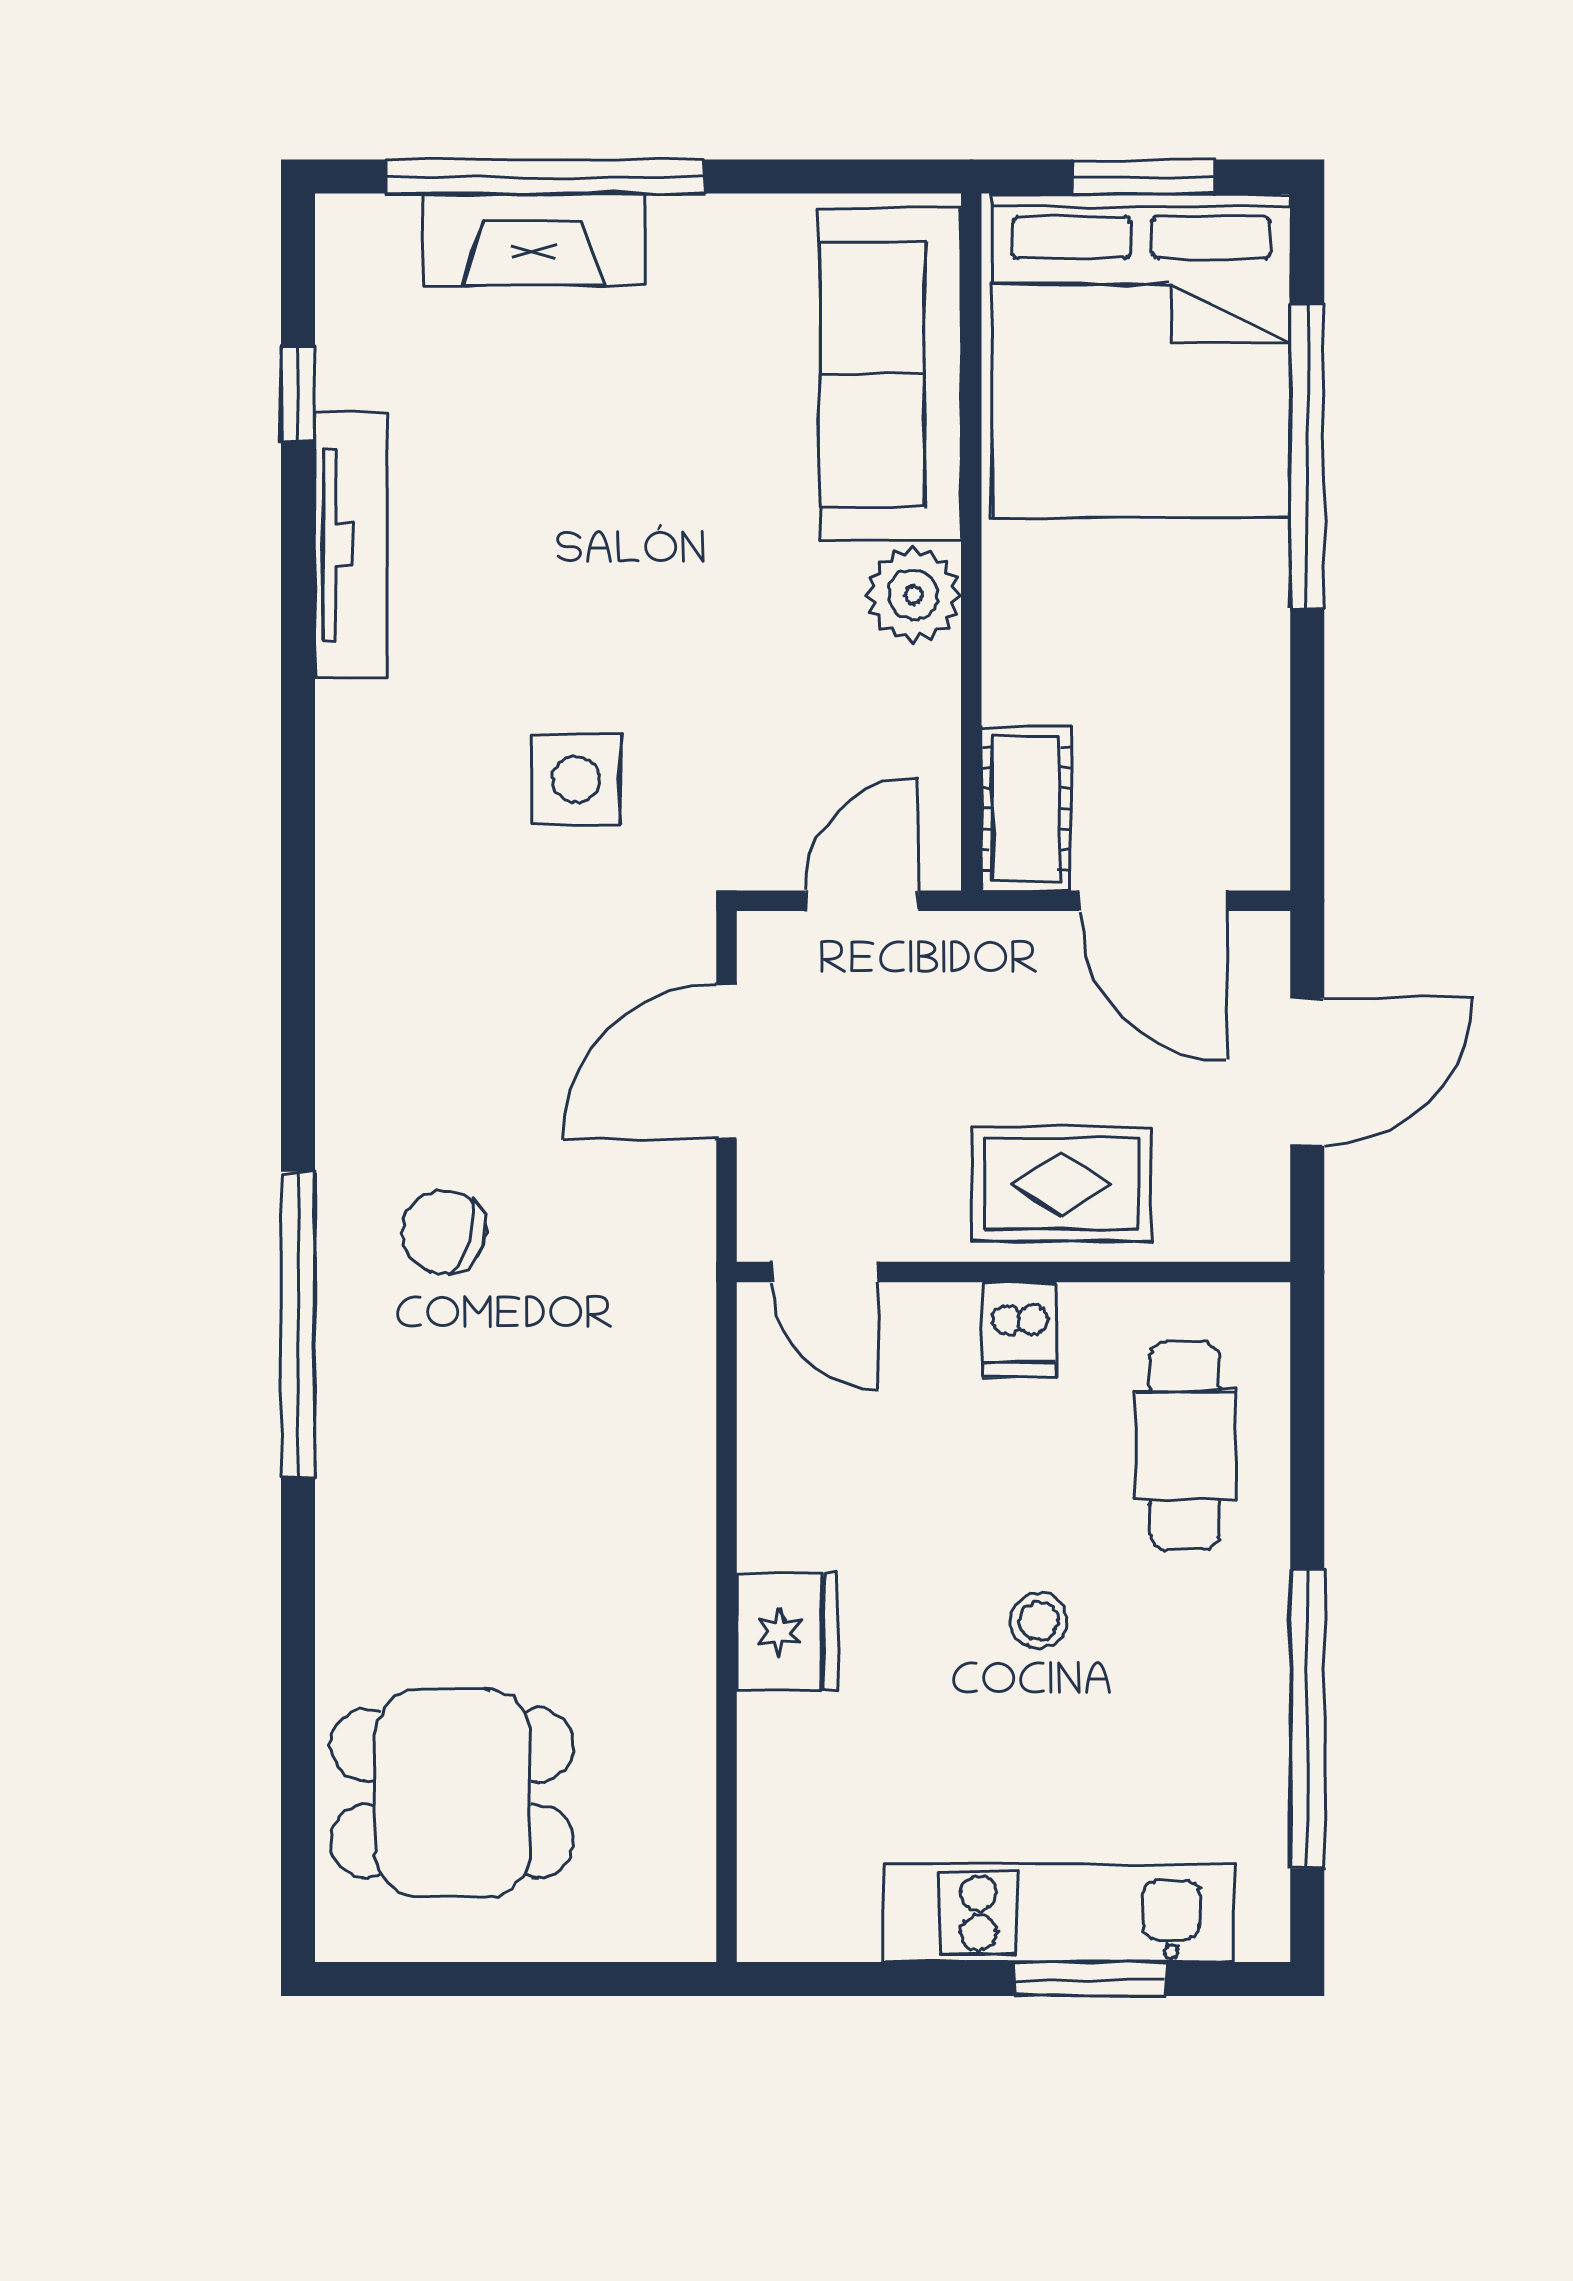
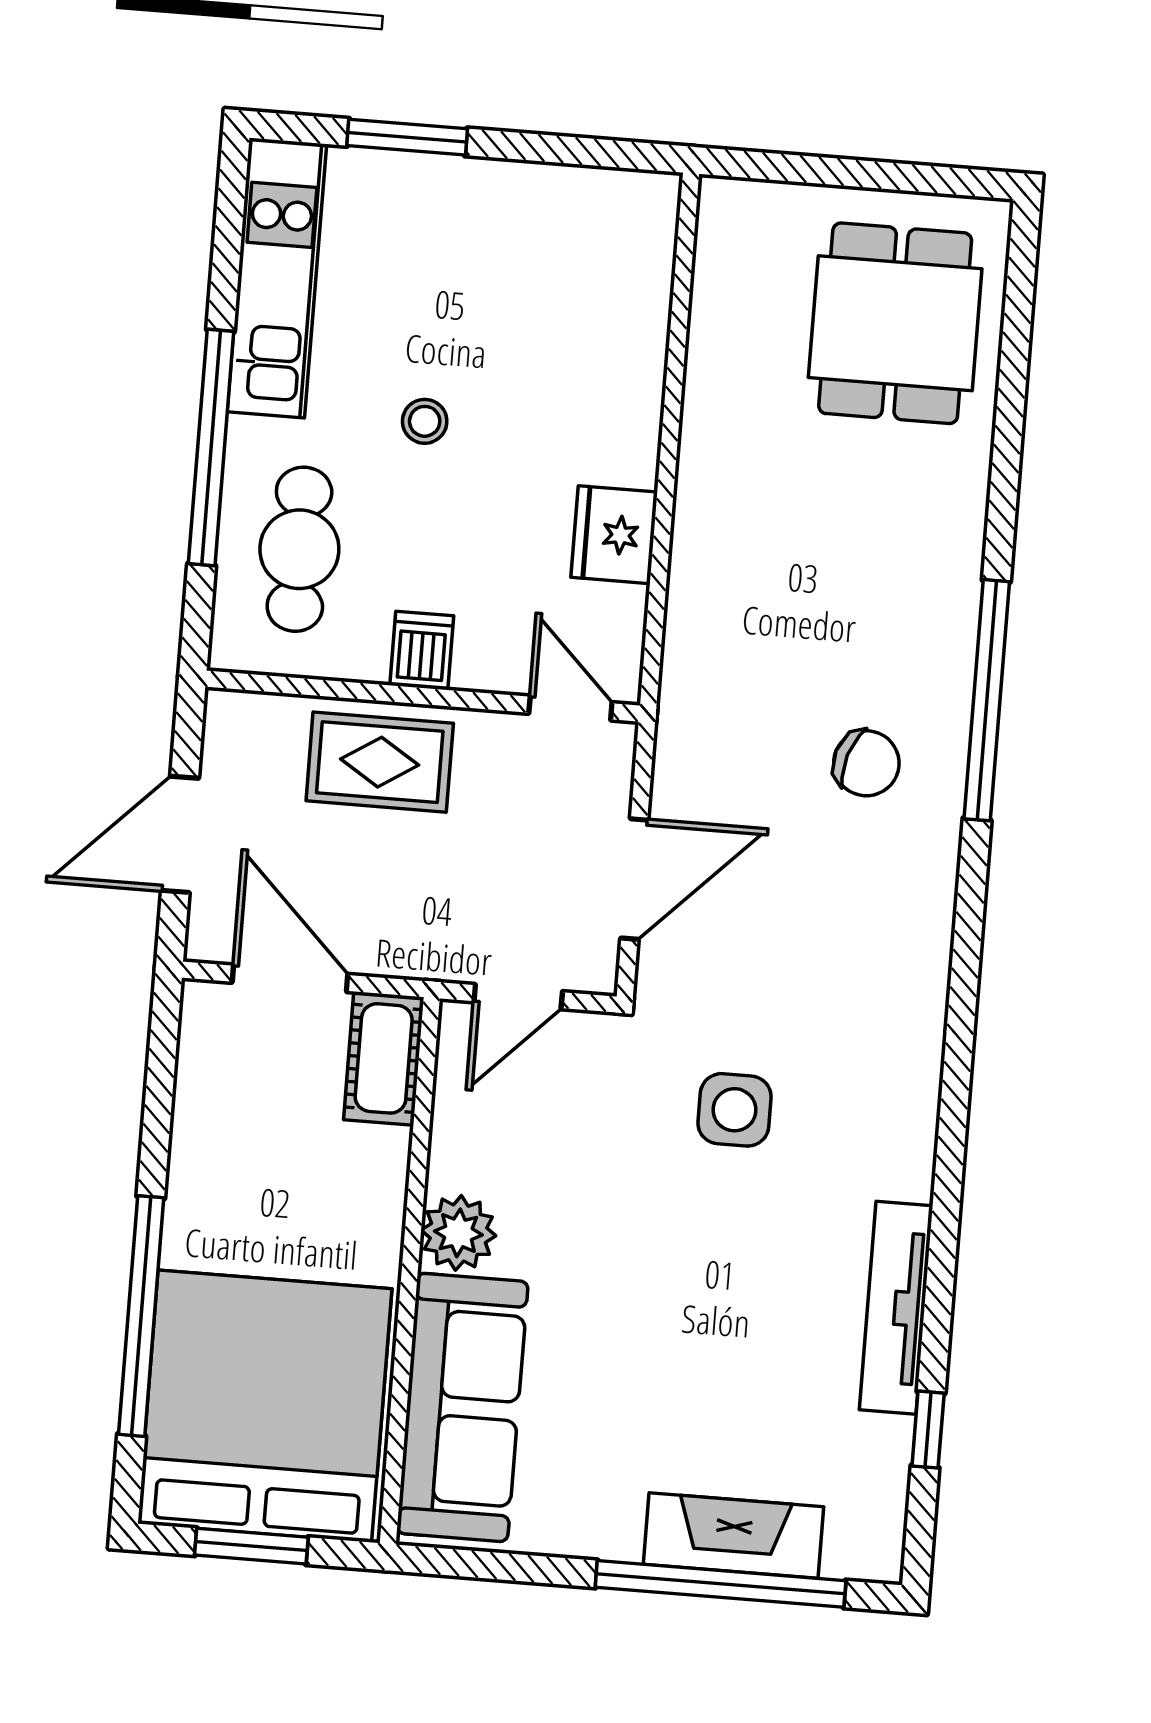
fridge: (787, 1632) -> (614, 535), moved
window: (1307, 1719) -> (211, 448), moved
dining table: (452, 1793) -> (895, 323), turned 90
kitchen unit: (1059, 1913) -> (277, 278), moved, turned -90

